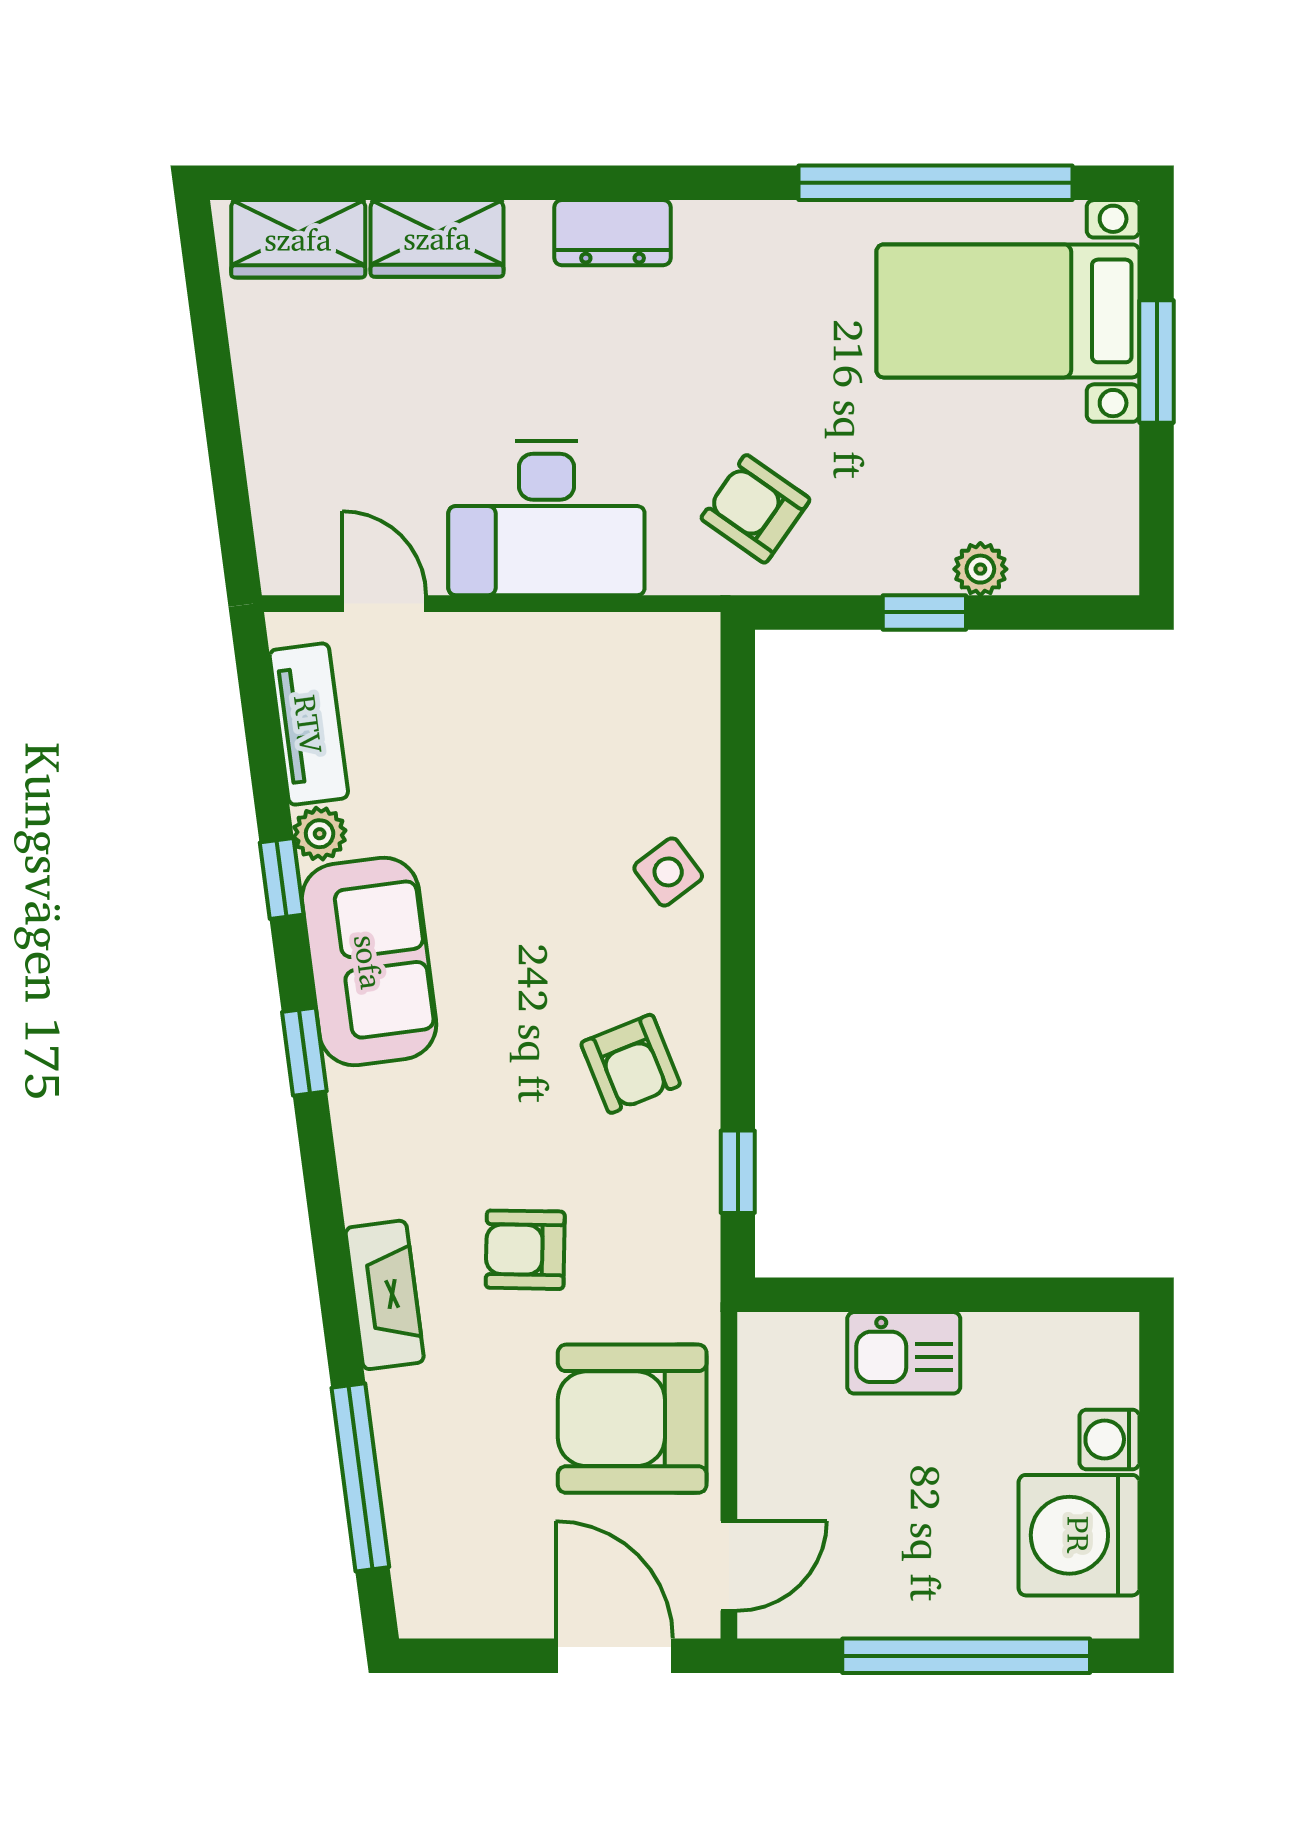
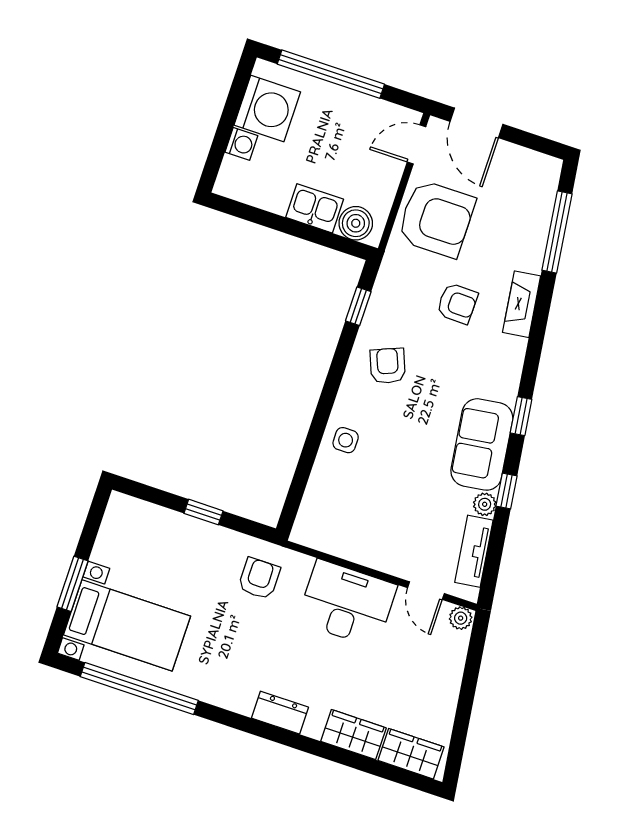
armchair: (755, 509) -> (259, 578), turned -125
plant: (980, 569) -> (461, 618), moved
side table: (668, 872) -> (346, 440), turned 37
boiler: (804, 1350) -> (356, 223), added

